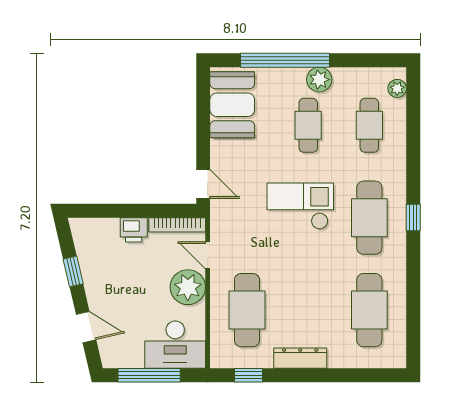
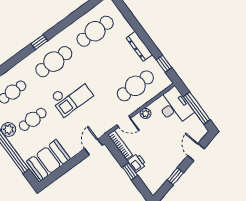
checkout: (300, 206) -> (71, 96), turned -90
window: (129, 211) -> (130, 171), added
door: (208, 255) -> (124, 121), hinge flipped
plant: (188, 287) -> (146, 113), width x0.53, depth x0.53

